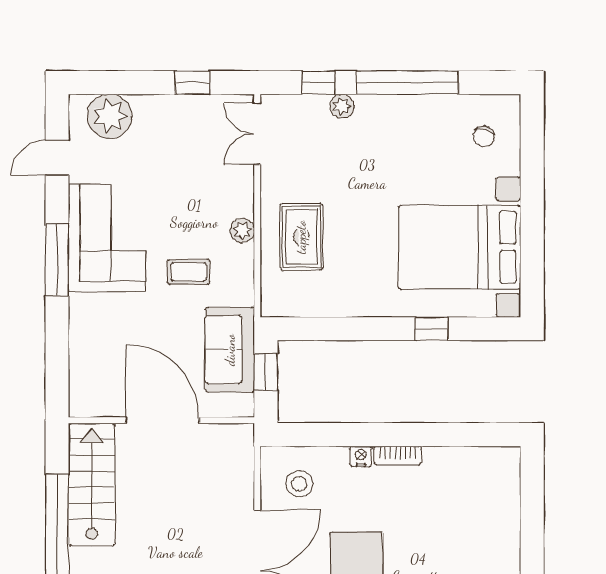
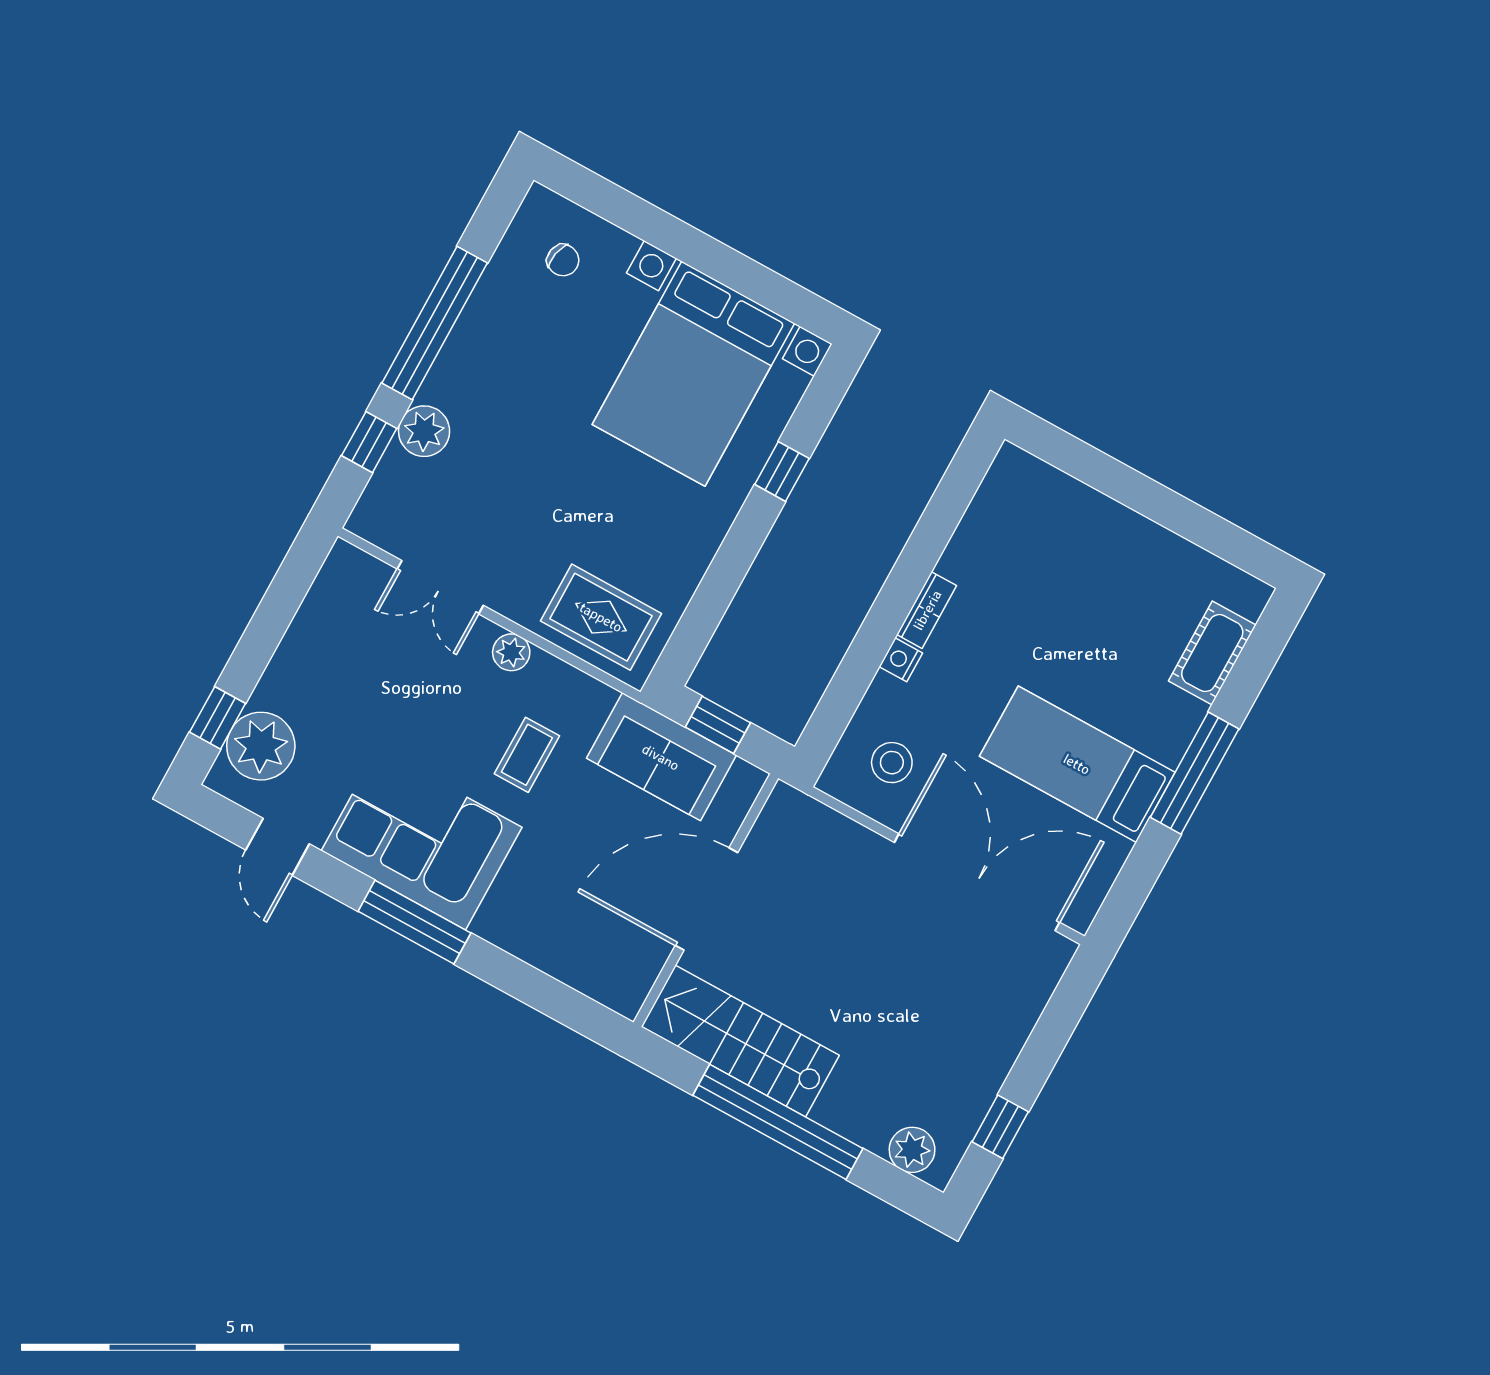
window: (193, 83) -> (218, 718), moved
plant: (342, 106) -> (424, 431), width x1.38, depth x1.38
double door: (257, 134) -> (440, 587), moved
rug: (301, 237) -> (601, 617), moved

